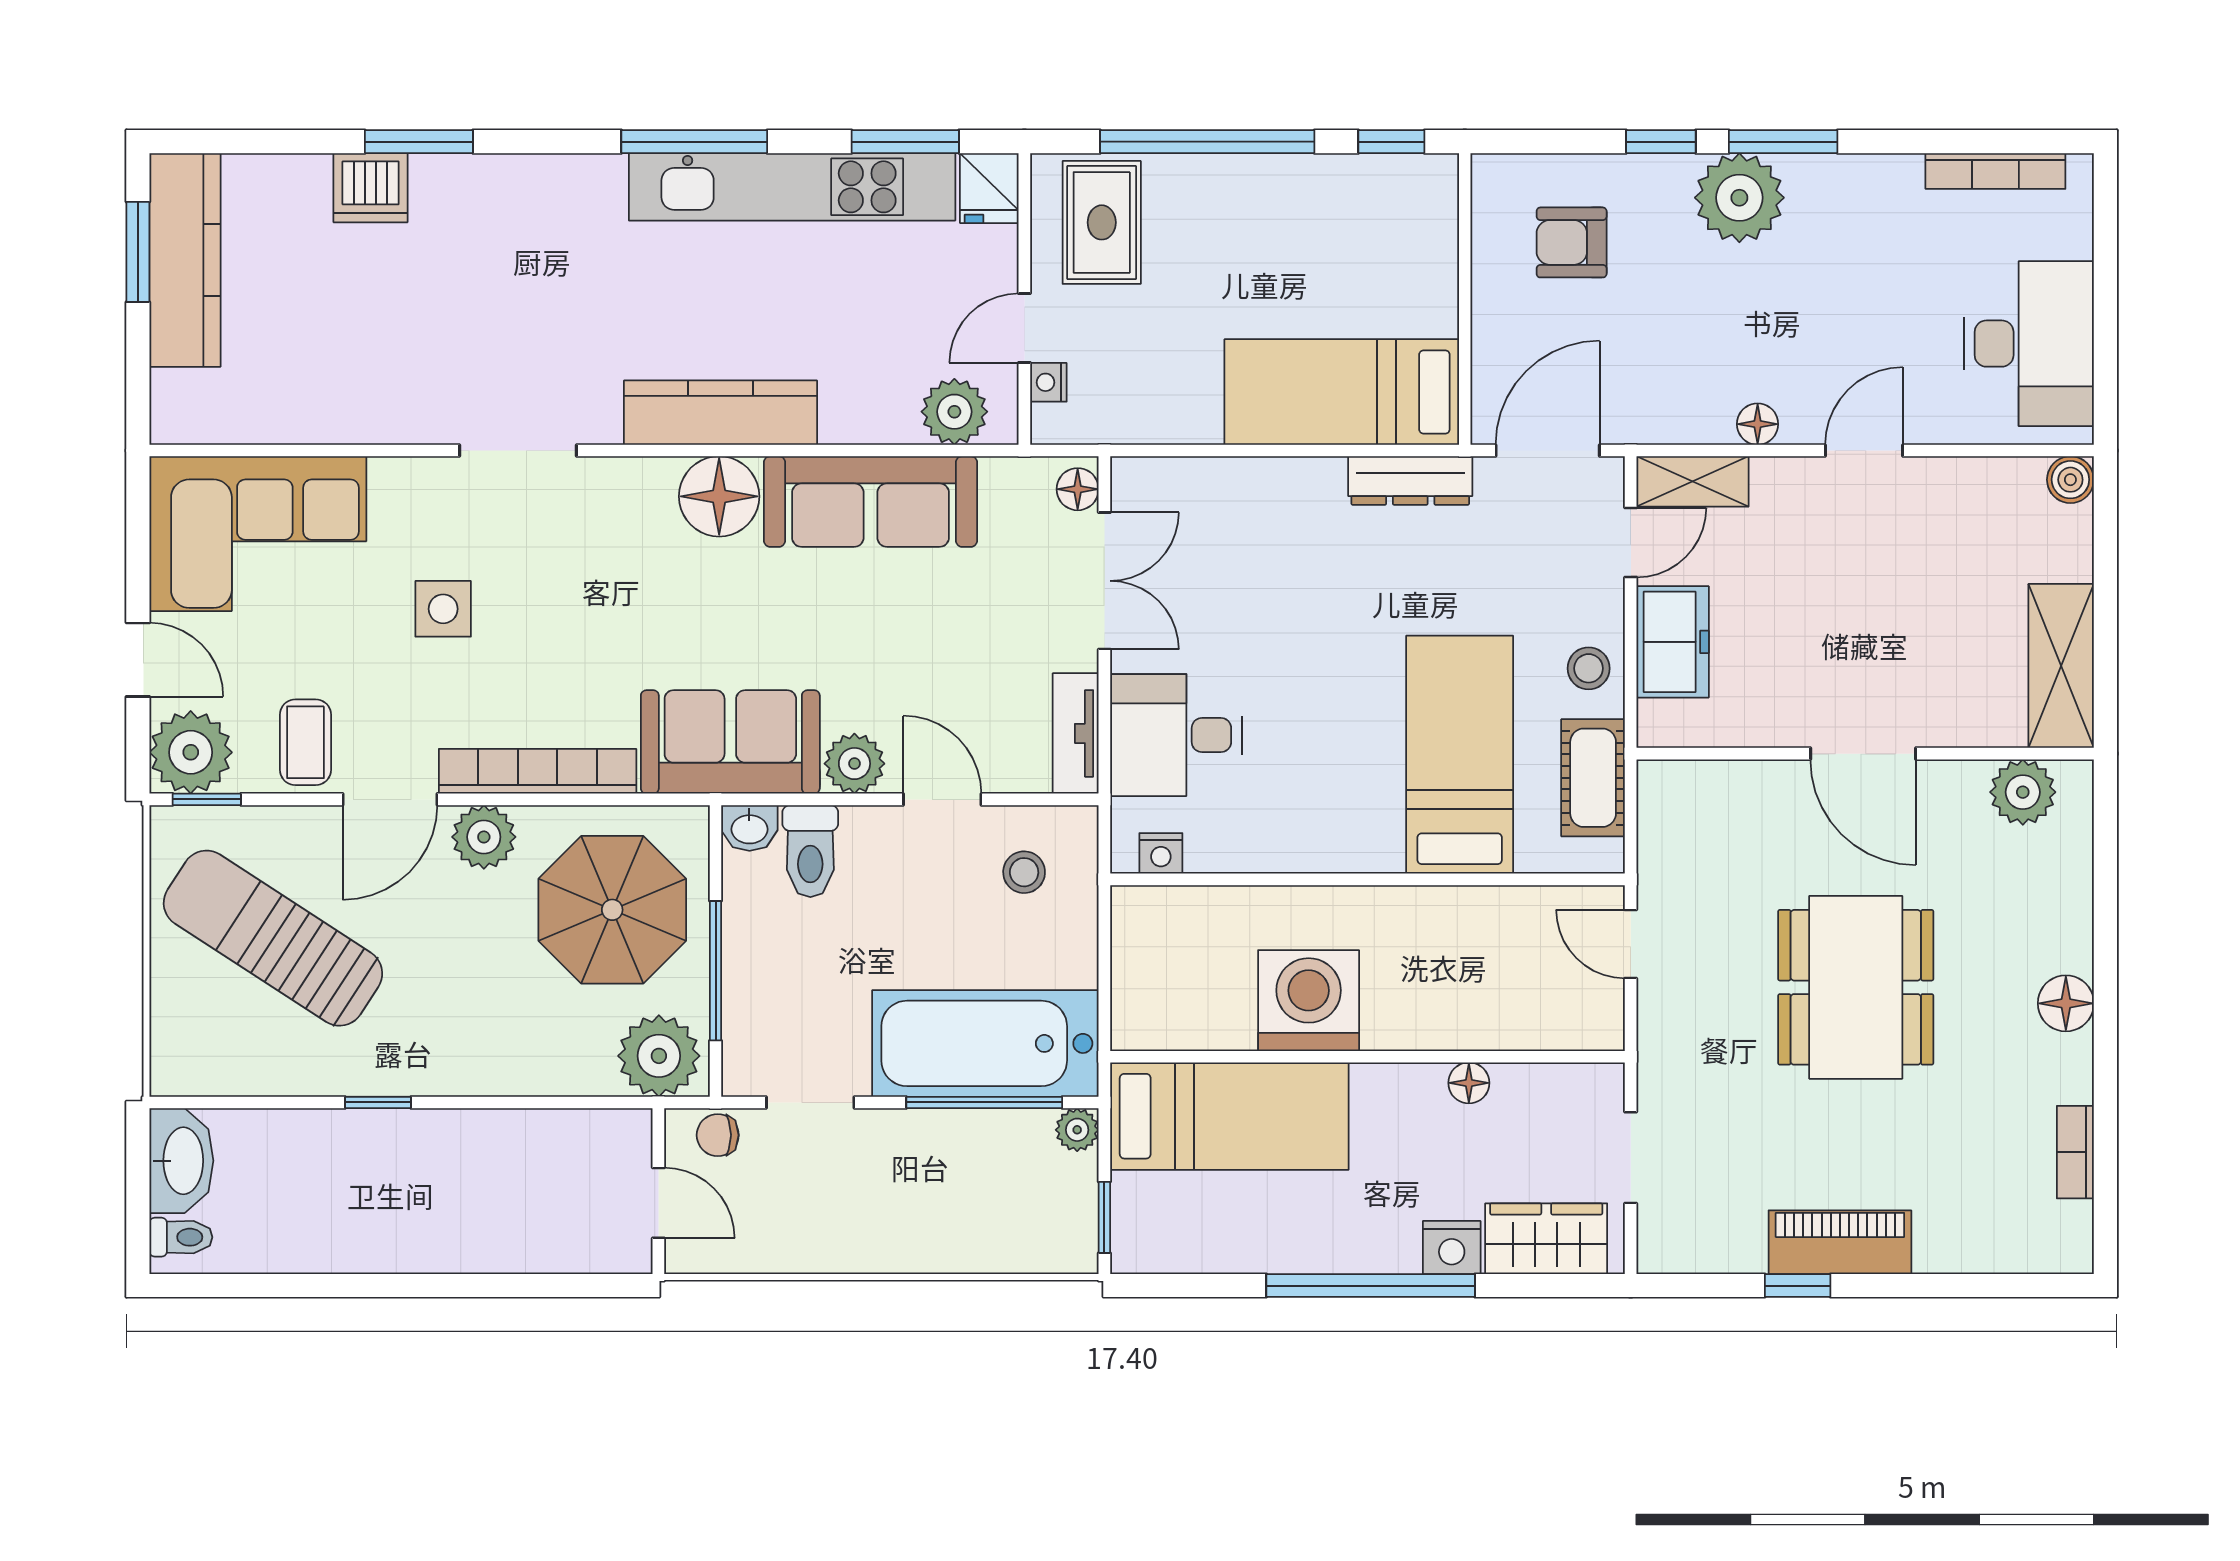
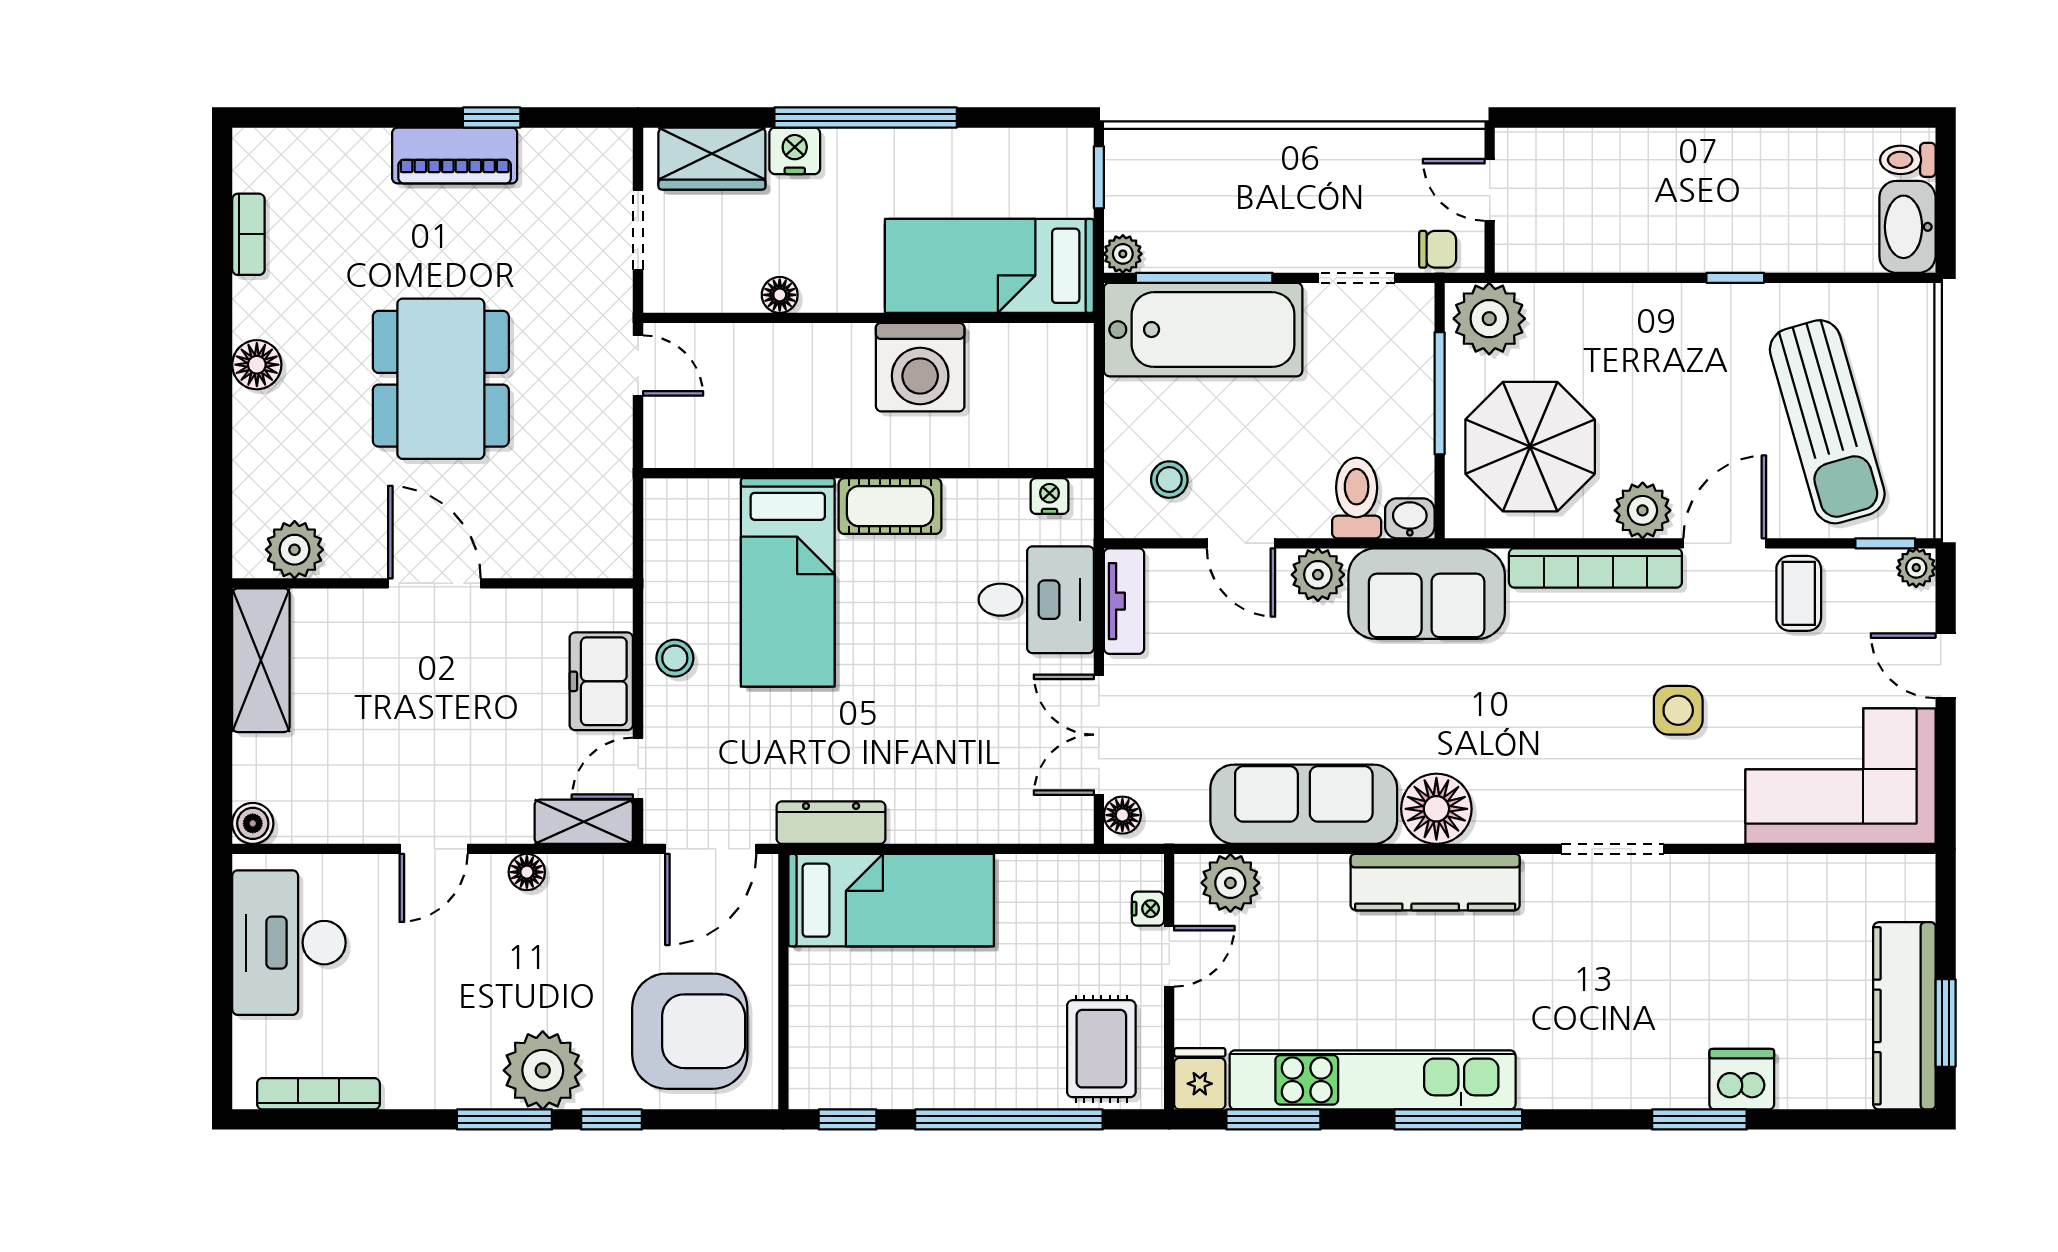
armchair: (1572, 242) -> (690, 1031), width x1.88, depth x1.88
plant: (191, 752) -> (1916, 568), width x0.53, depth x0.53
cot: (1593, 778) -> (890, 506), moved, turned 90
sun lounger: (273, 938) -> (1827, 422), turned 41
door: (1631, 944) -> (638, 366), moved

